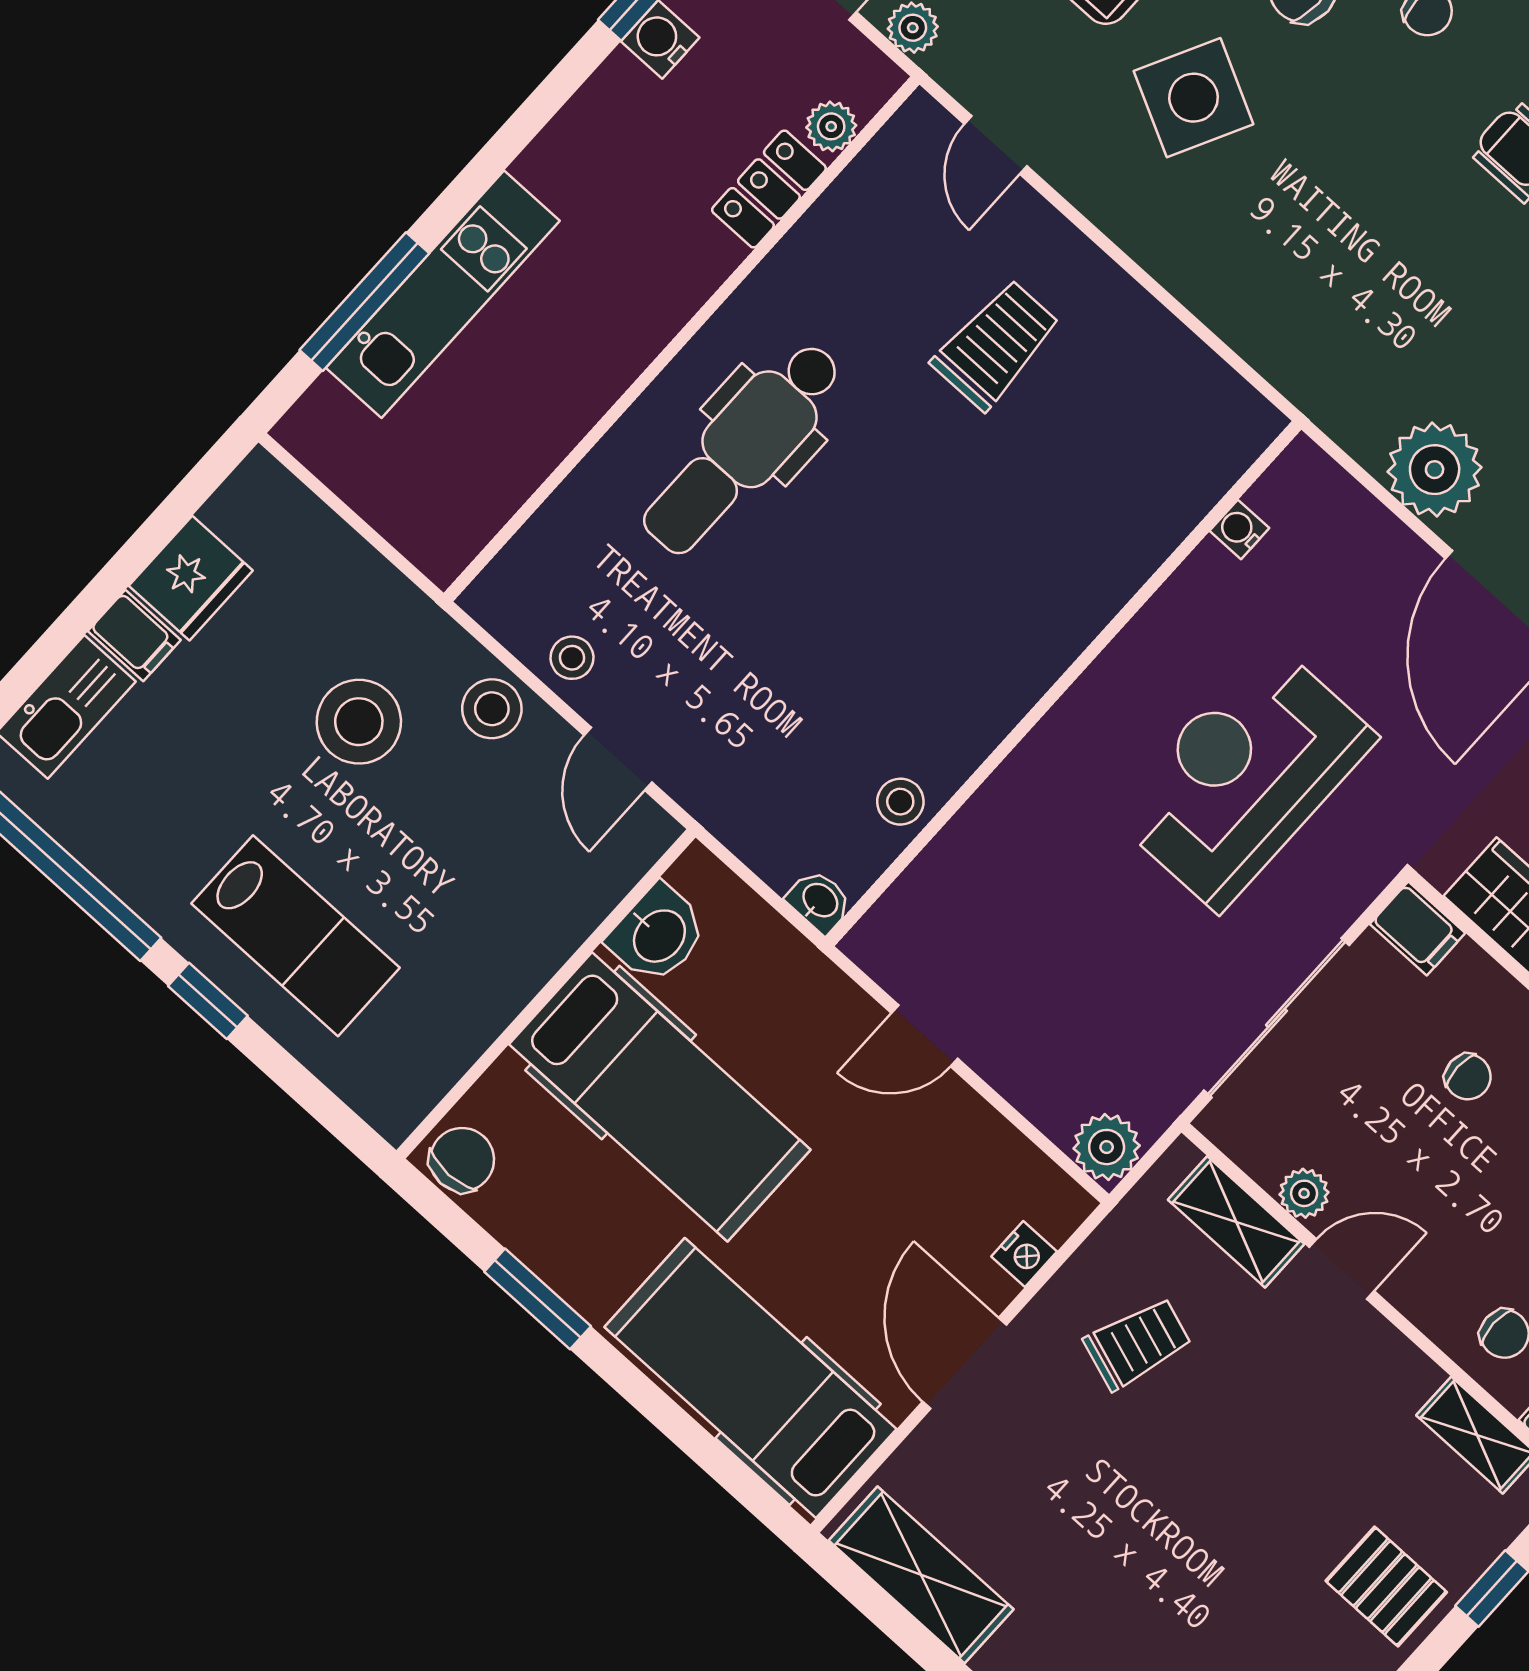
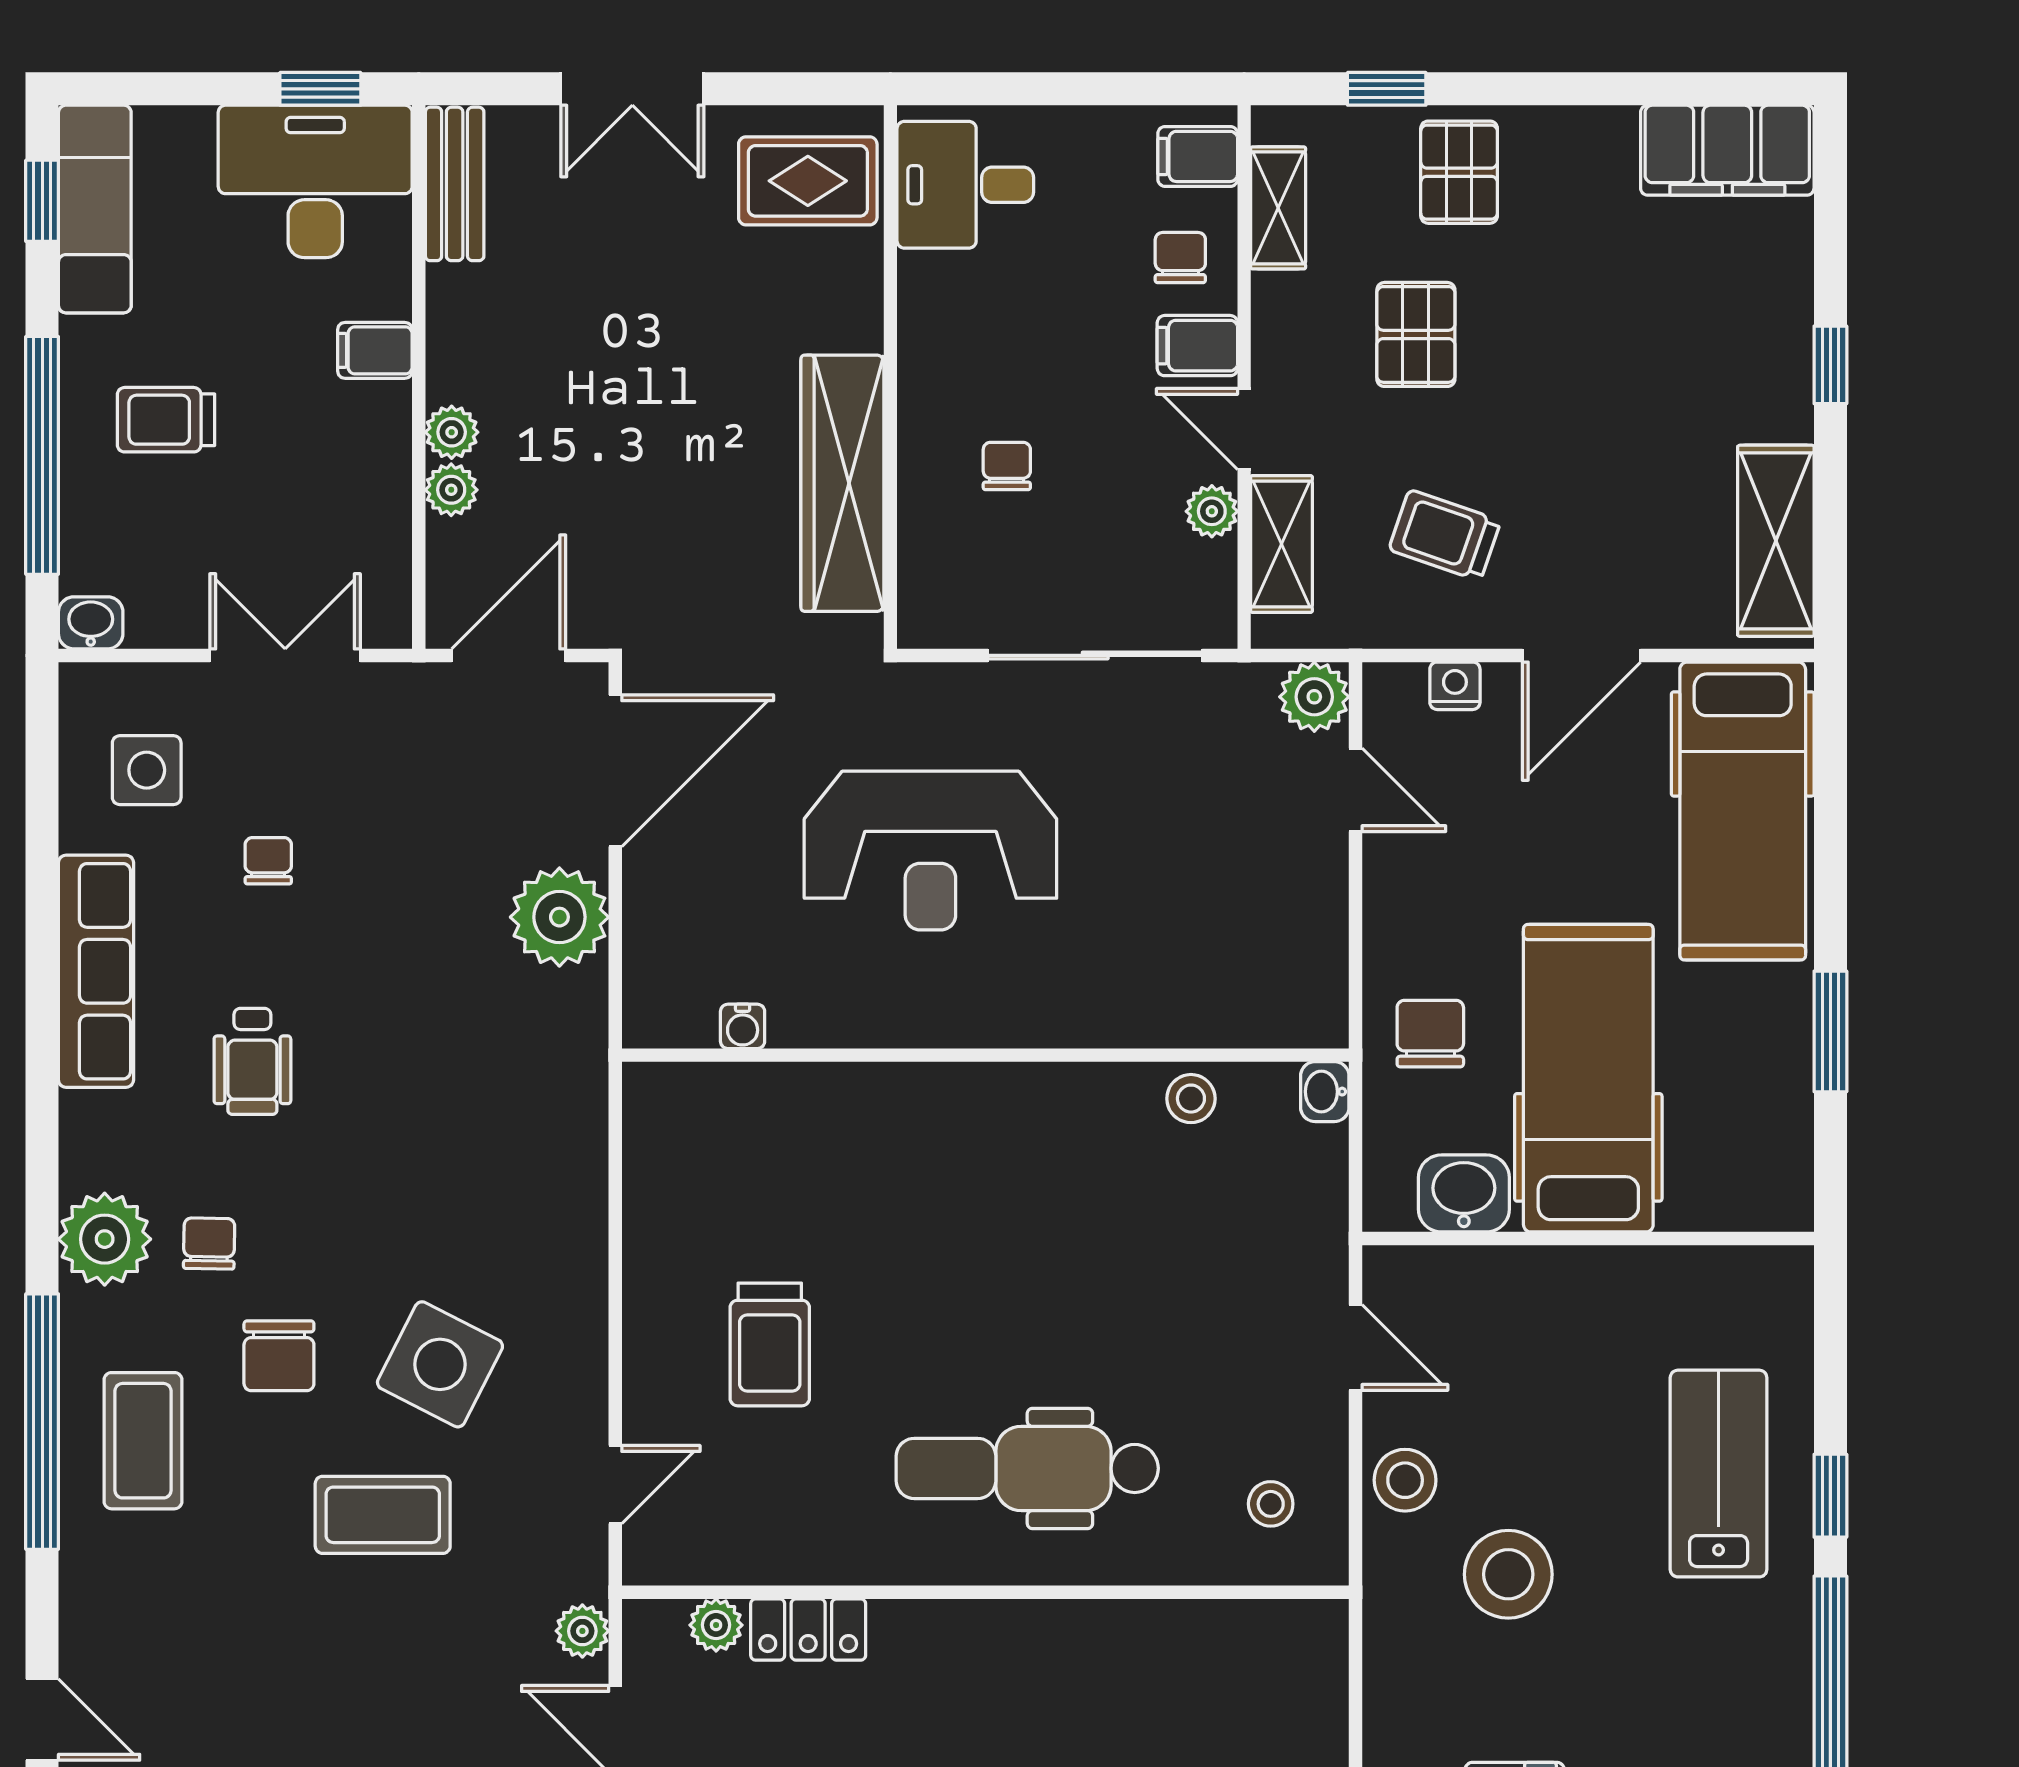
trolley: (996, 345) -> (770, 1344), turned -90
dental chair: (743, 448) -> (1027, 1468), turned 180
stool: (572, 658) -> (1271, 1504), moved
door: (618, 759) -> (1356, 1347), hinge flipped
filing cabinet: (1418, 929) -> (1197, 346), moved, turned -90
door: (924, 1036) -> (1356, 790), moved
chair: (462, 1160) -> (1430, 1034), moved, turned 90
pallet: (1299, 1452) -> (1416, 334), added

